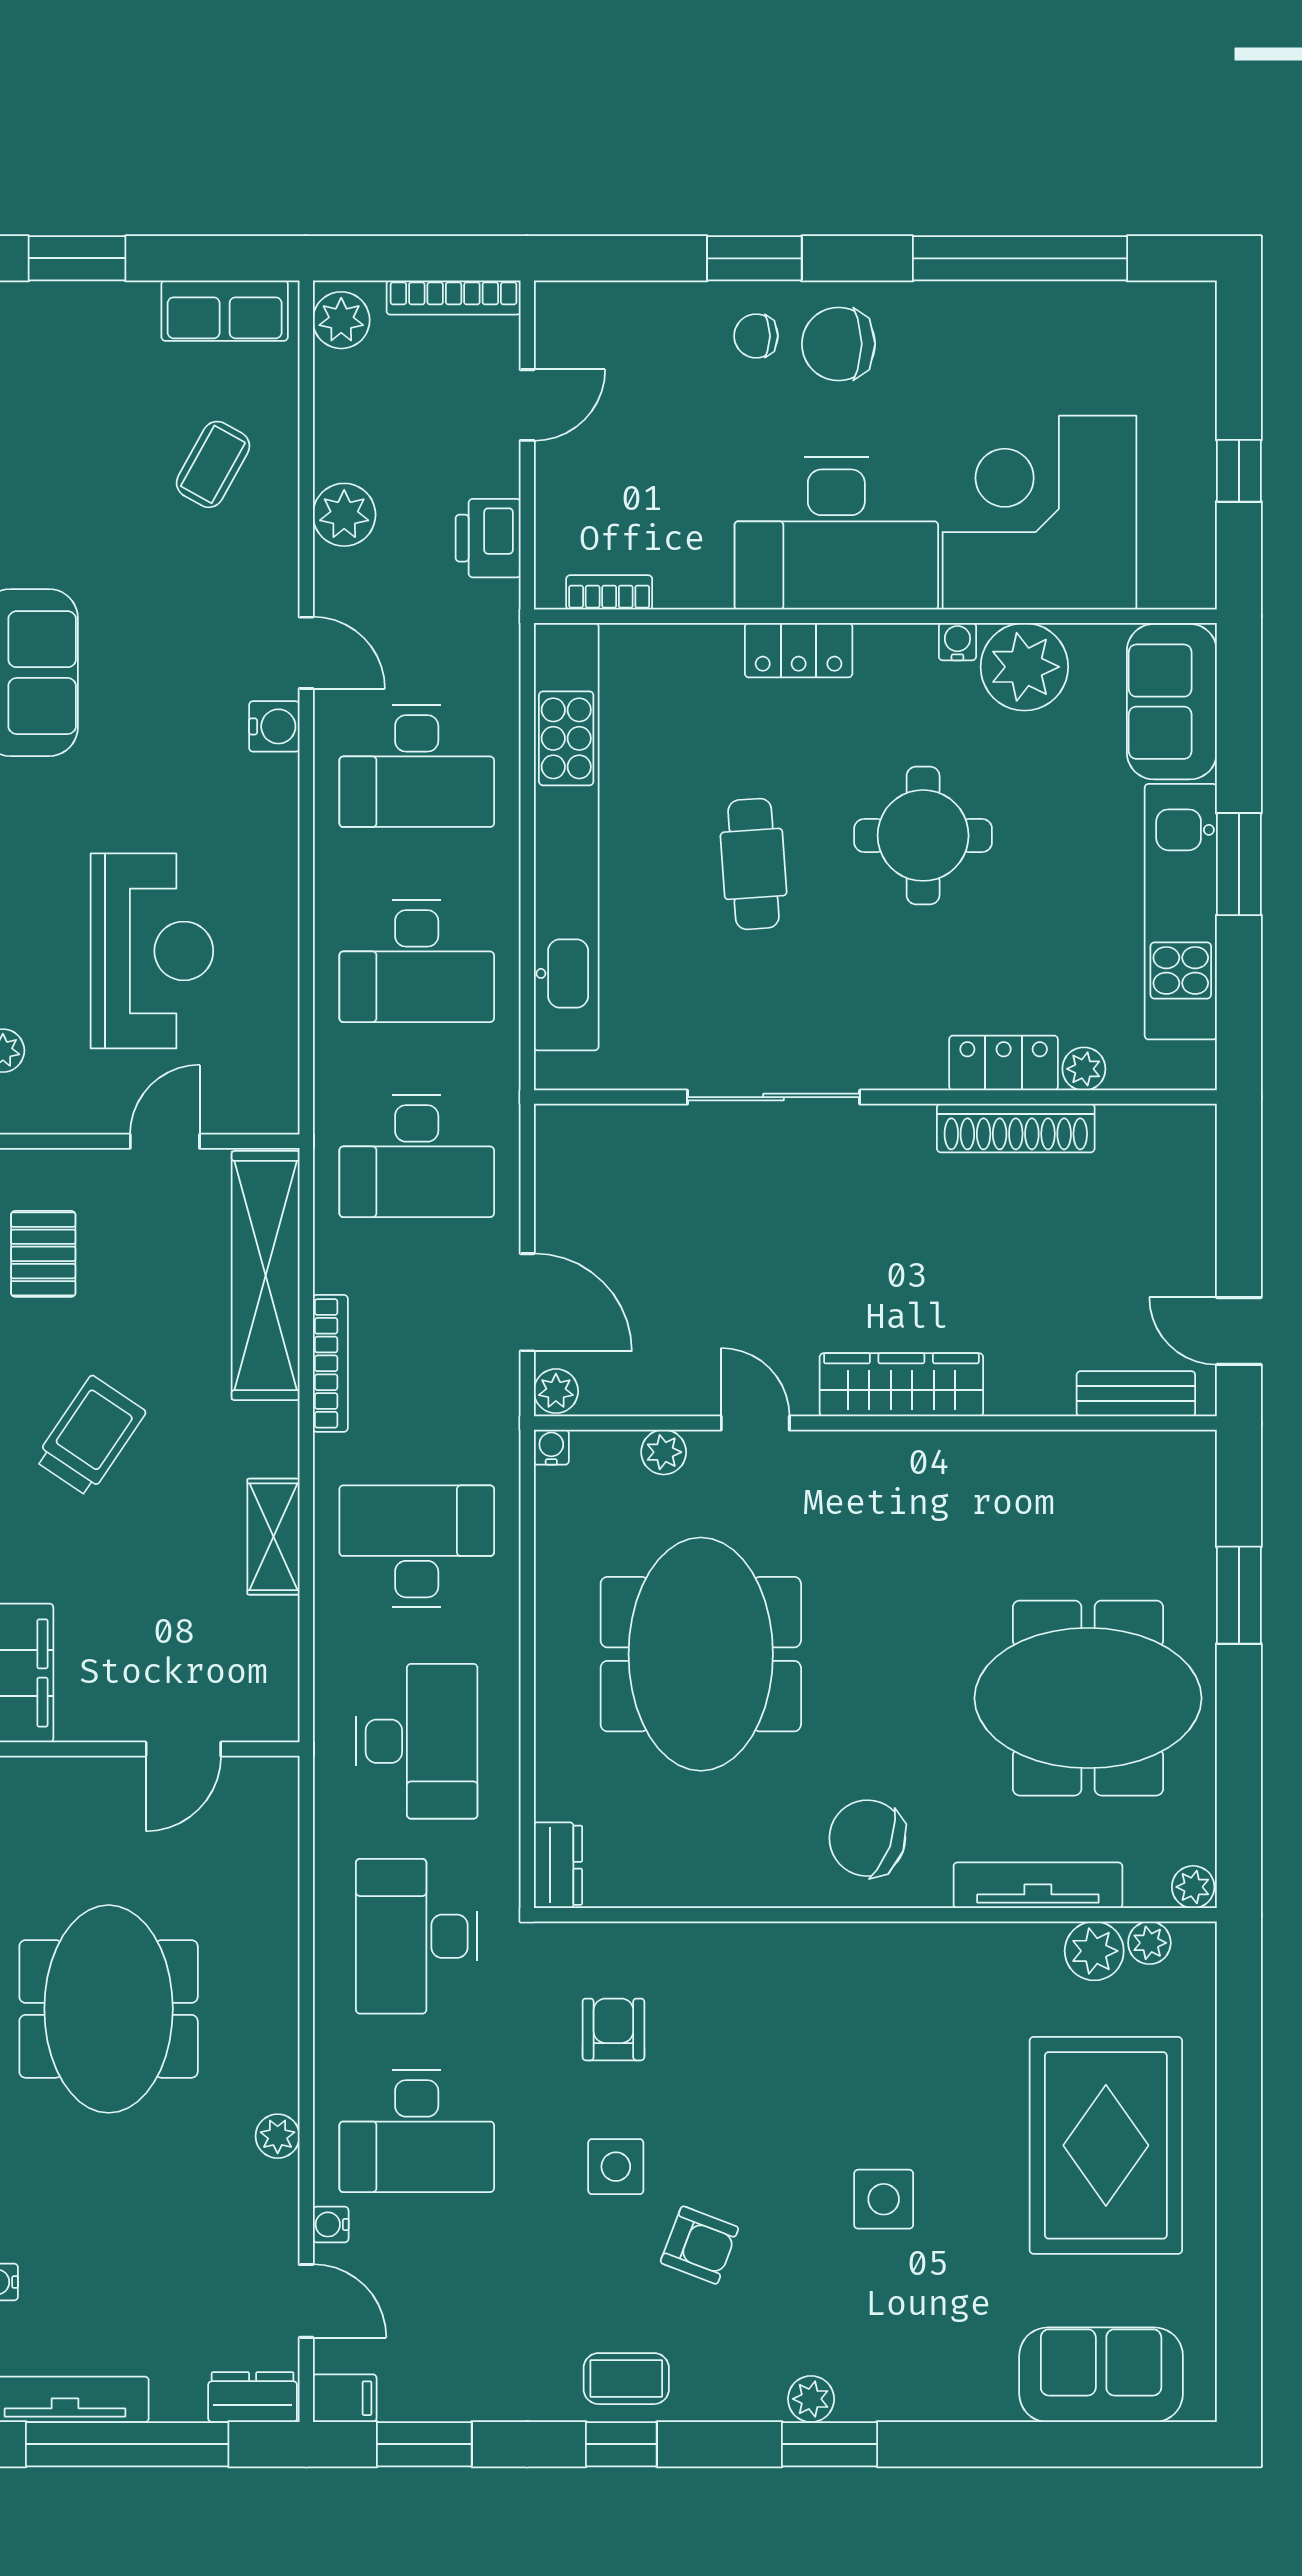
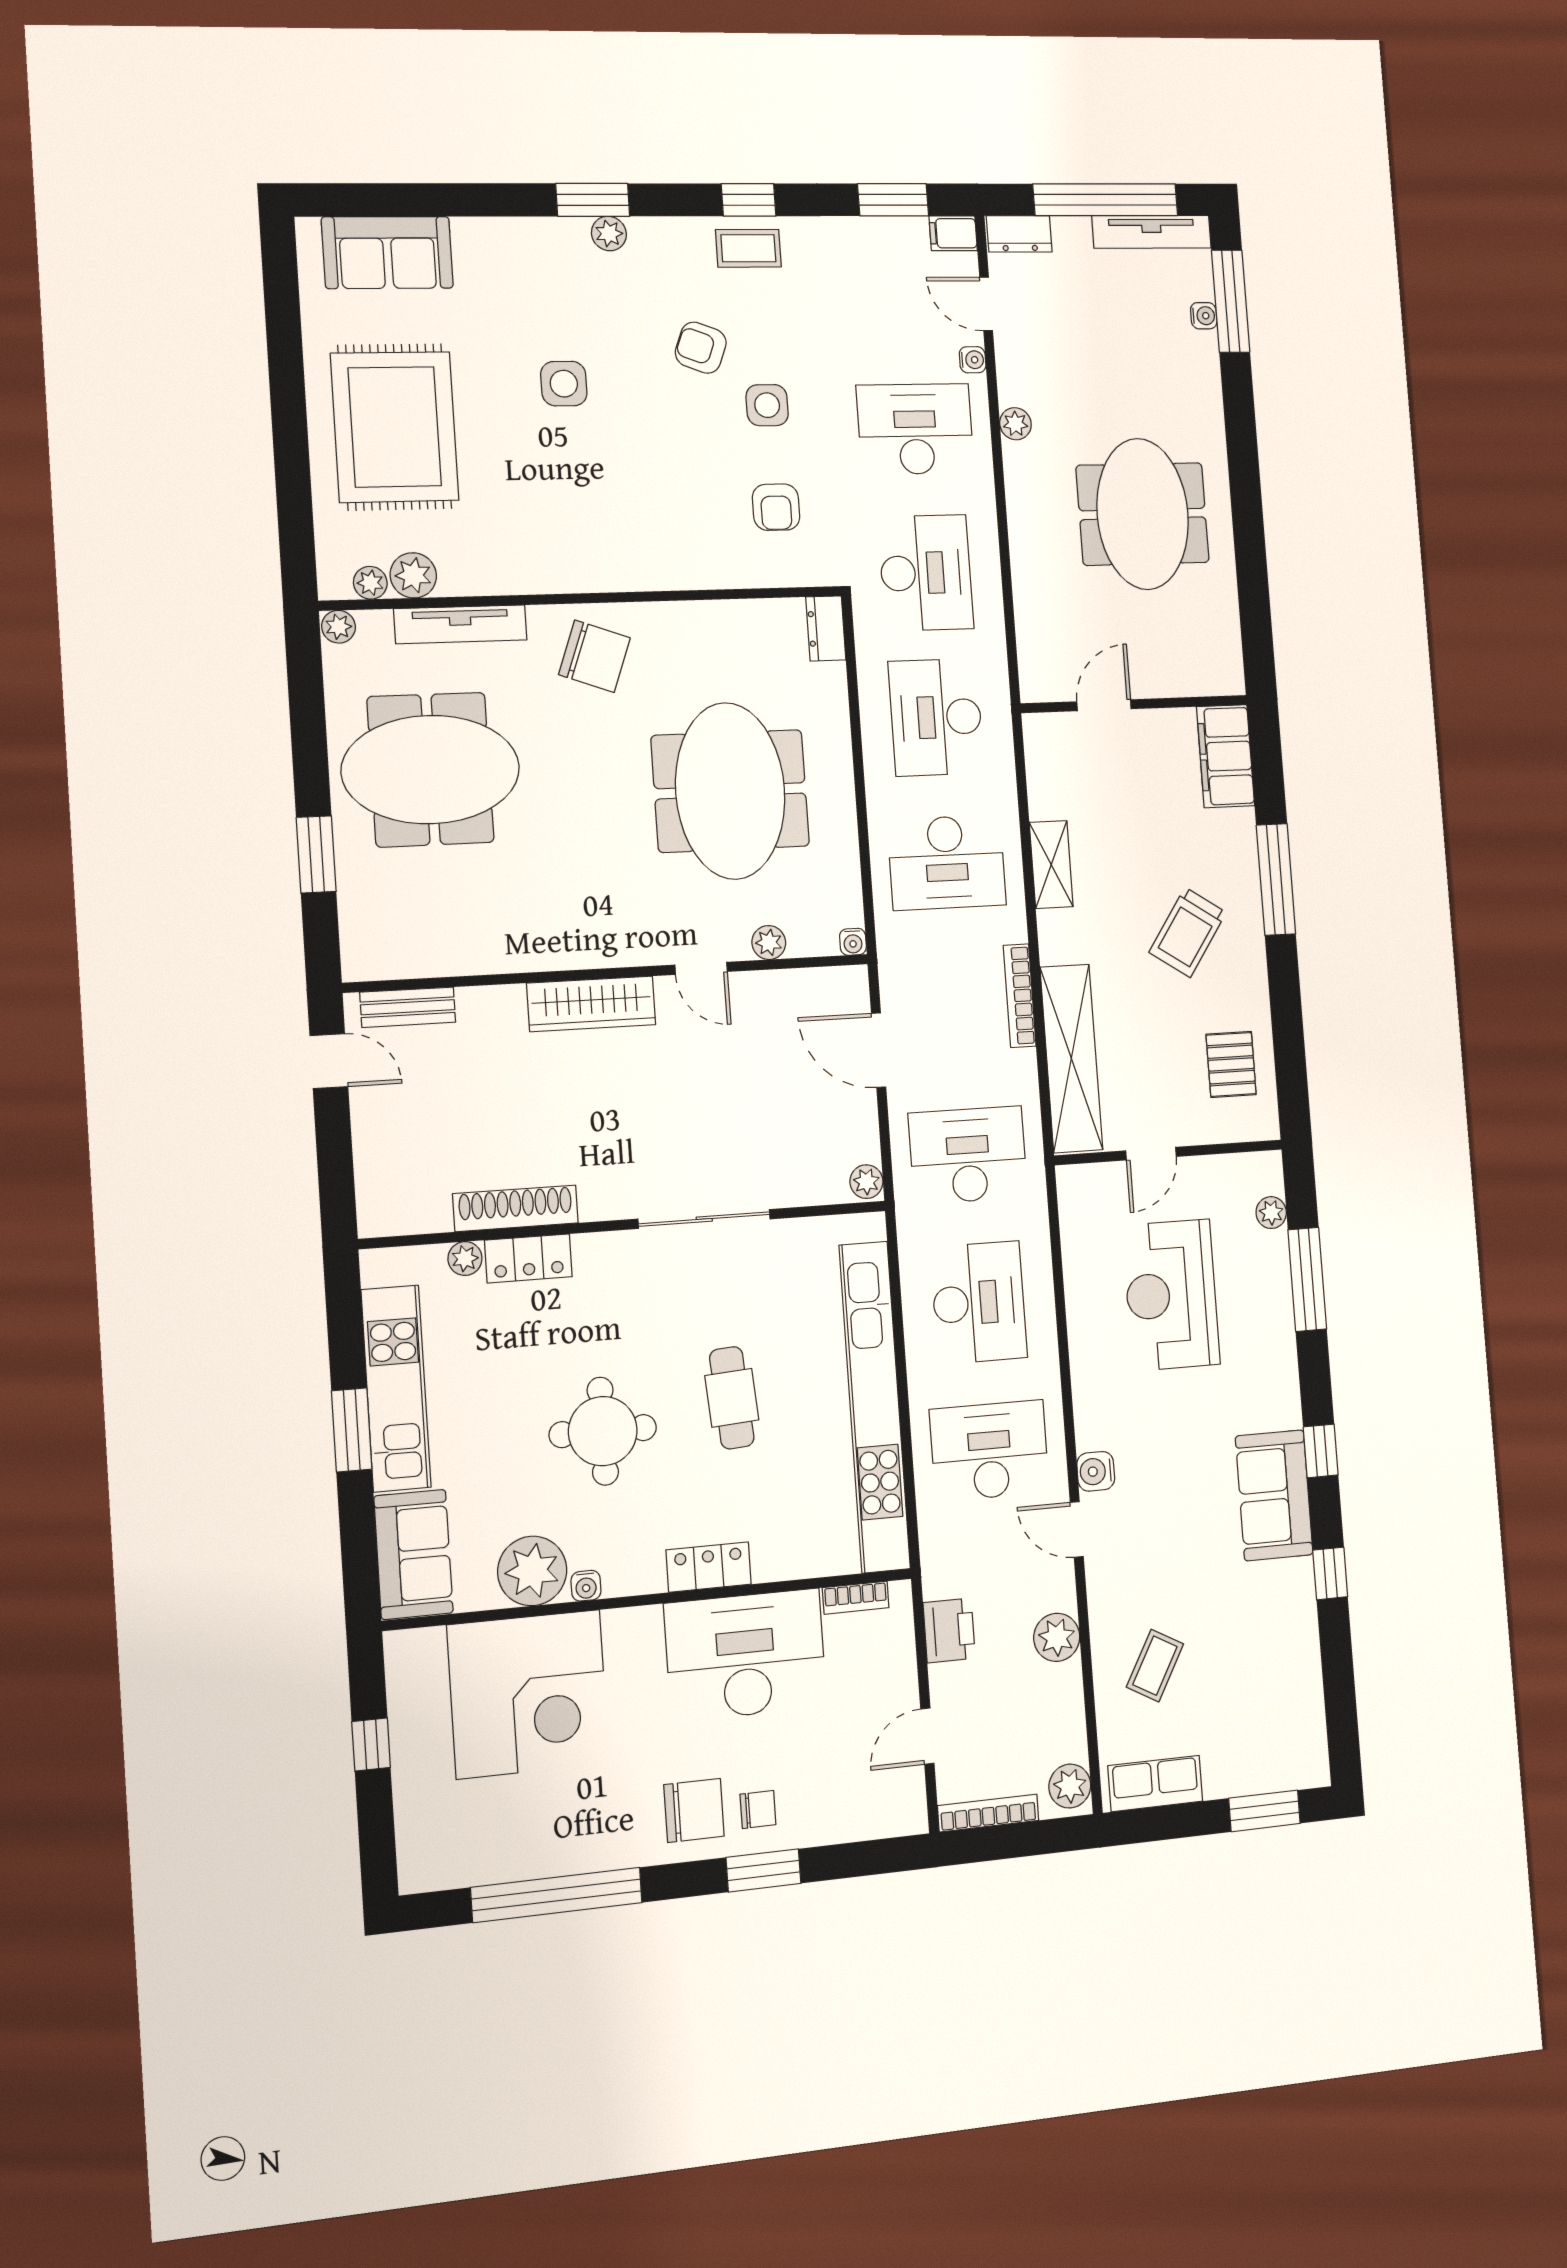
desk: (836, 533) -> (746, 1655), moved
desk: (417, 961) -> (979, 1302), turned 90
plant: (556, 1391) -> (866, 1182), moved

